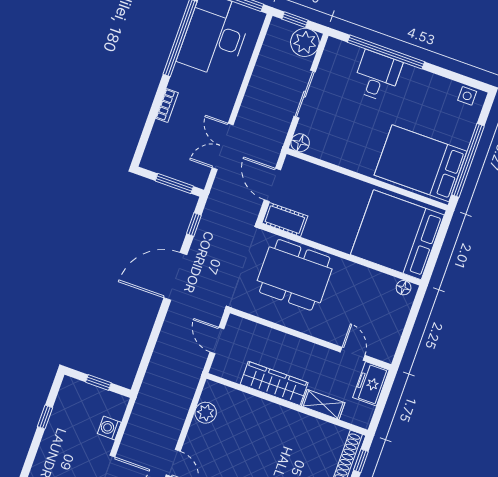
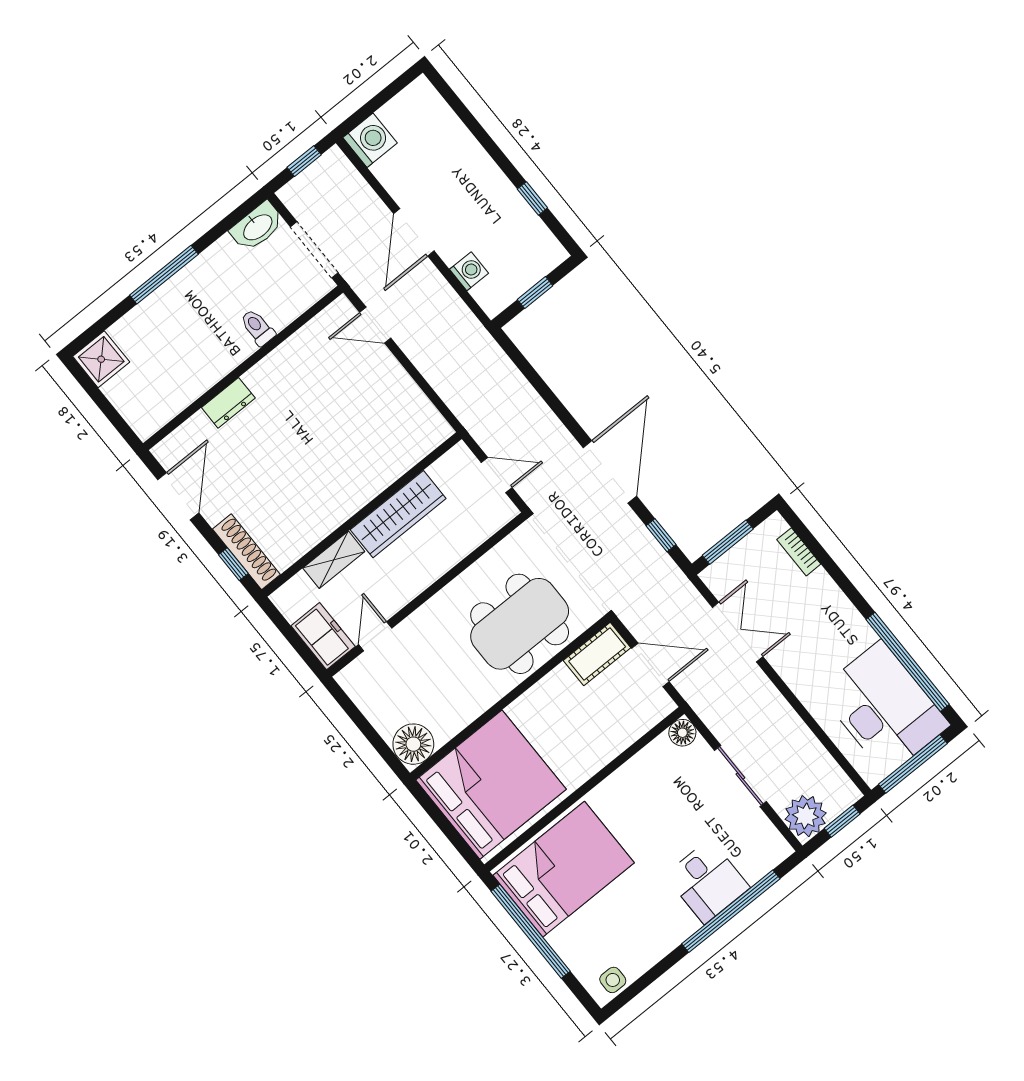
bookcase: (167, 105) -> (799, 552), moved
floor lamp: (404, 288) -> (413, 744), width x1.89, depth x1.89
door: (353, 354) -> (375, 636), swing flipped
plant: (206, 413) -> (414, 405), removed

